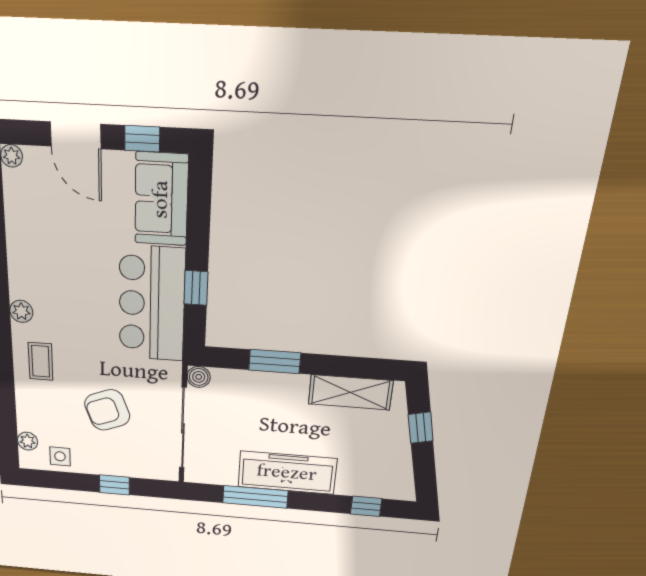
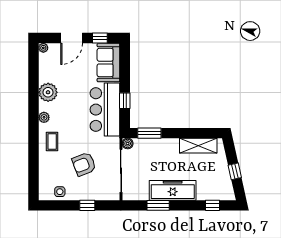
door: (76, 135) -> (72, 38), hinge flipped
window: (275, 361) -> (149, 133), moved
window: (421, 428) -> (235, 171), moved
plant: (28, 441) -> (48, 92), moved, width x1.88, depth x1.88
window: (255, 497) -> (158, 205), width x0.69

